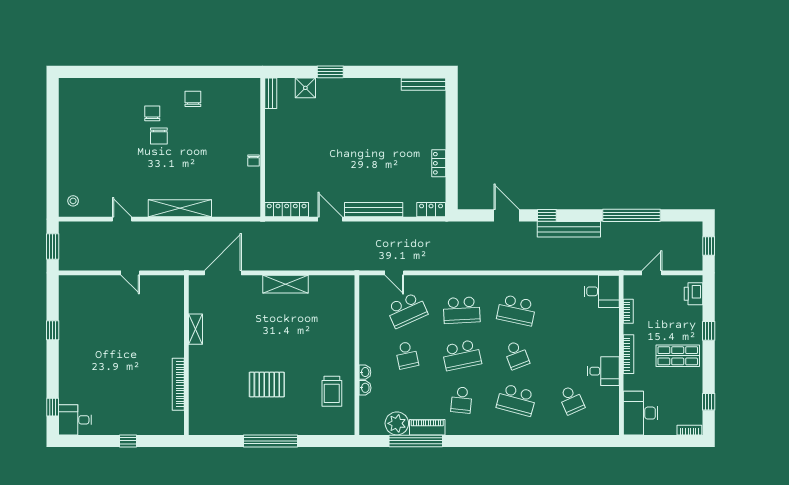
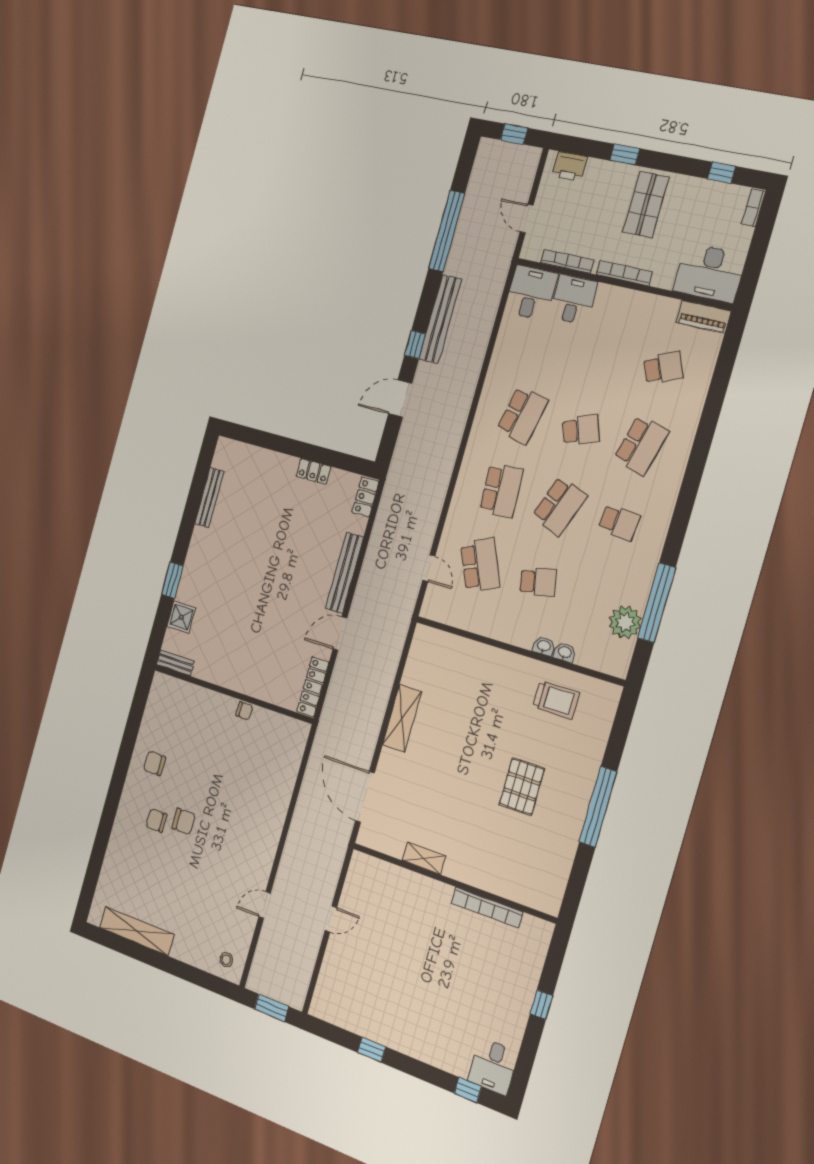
bench: (424, 84) -> (209, 497), moved
shelving: (180, 208) -> (137, 931), moved, turned 90
door: (394, 273) -> (429, 568), hinge flipped
bookcase: (628, 311) -> (567, 261), width x1.56
school desk: (462, 355) -> (559, 506), turned 33
desk: (603, 371) -> (573, 300), moved
piano: (427, 427) -> (704, 317), moved, turned -90

